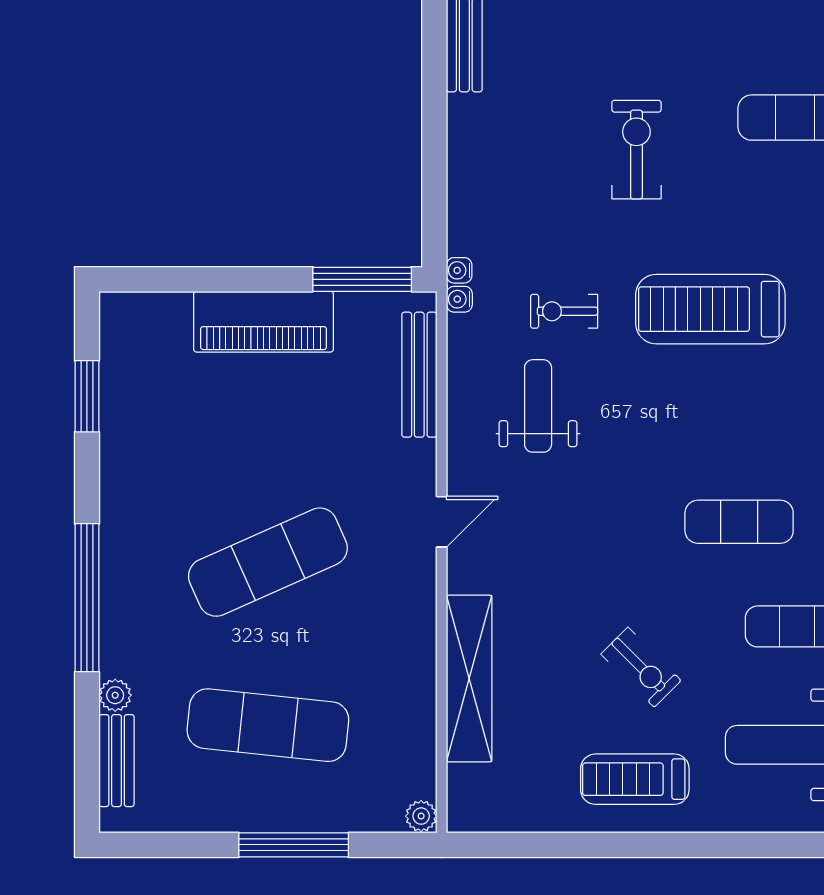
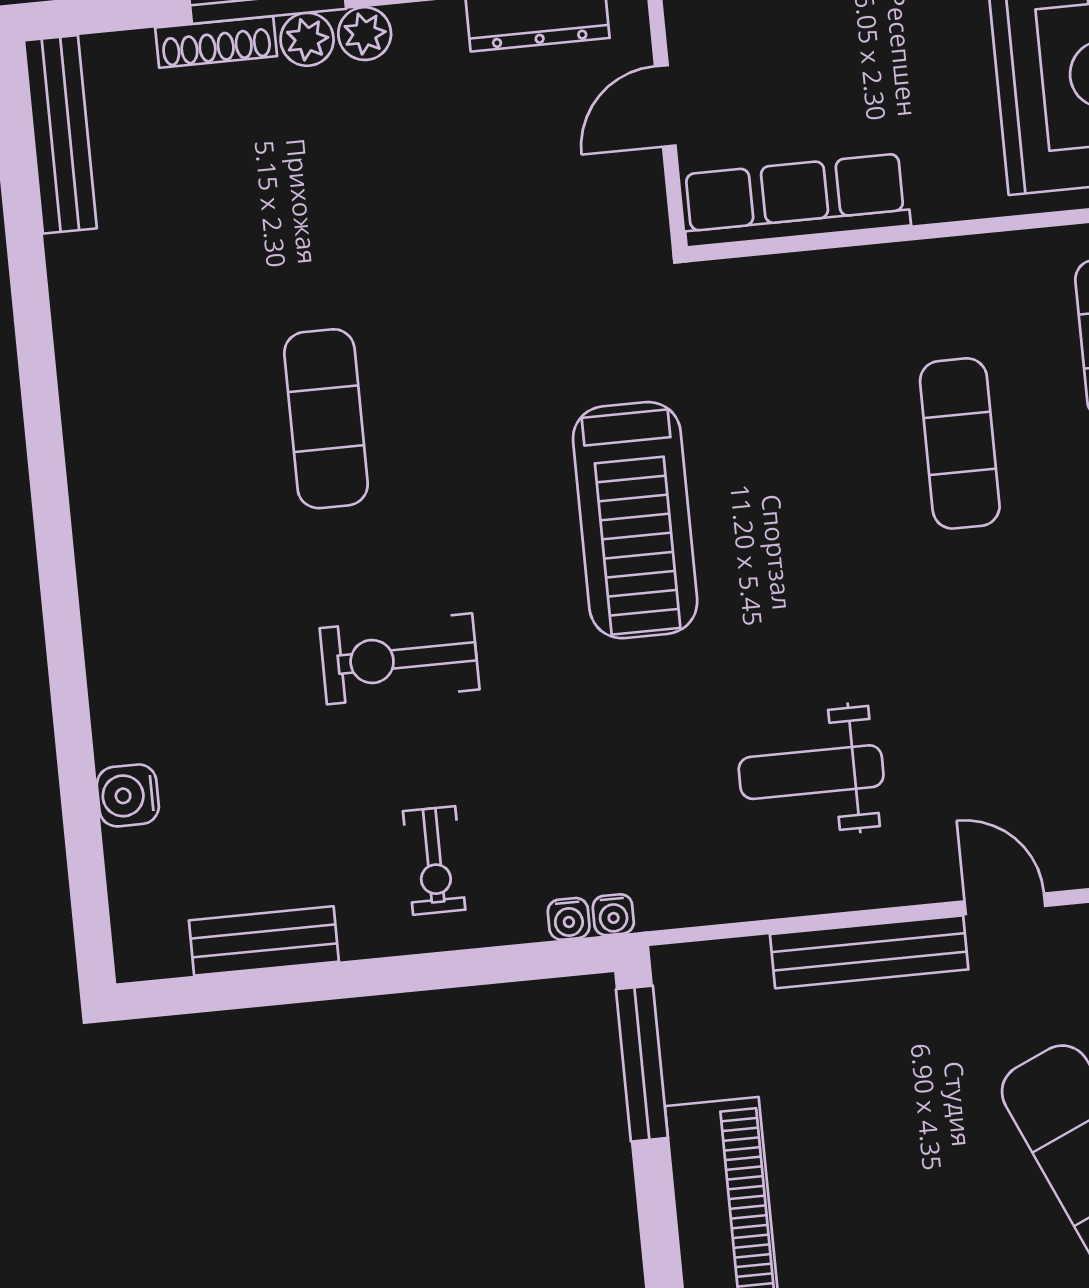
water cooler: (459, 299) -> (569, 919), moved
exercise bike: (564, 311) -> (434, 860), moved
bench: (419, 375) -> (869, 952), moved

